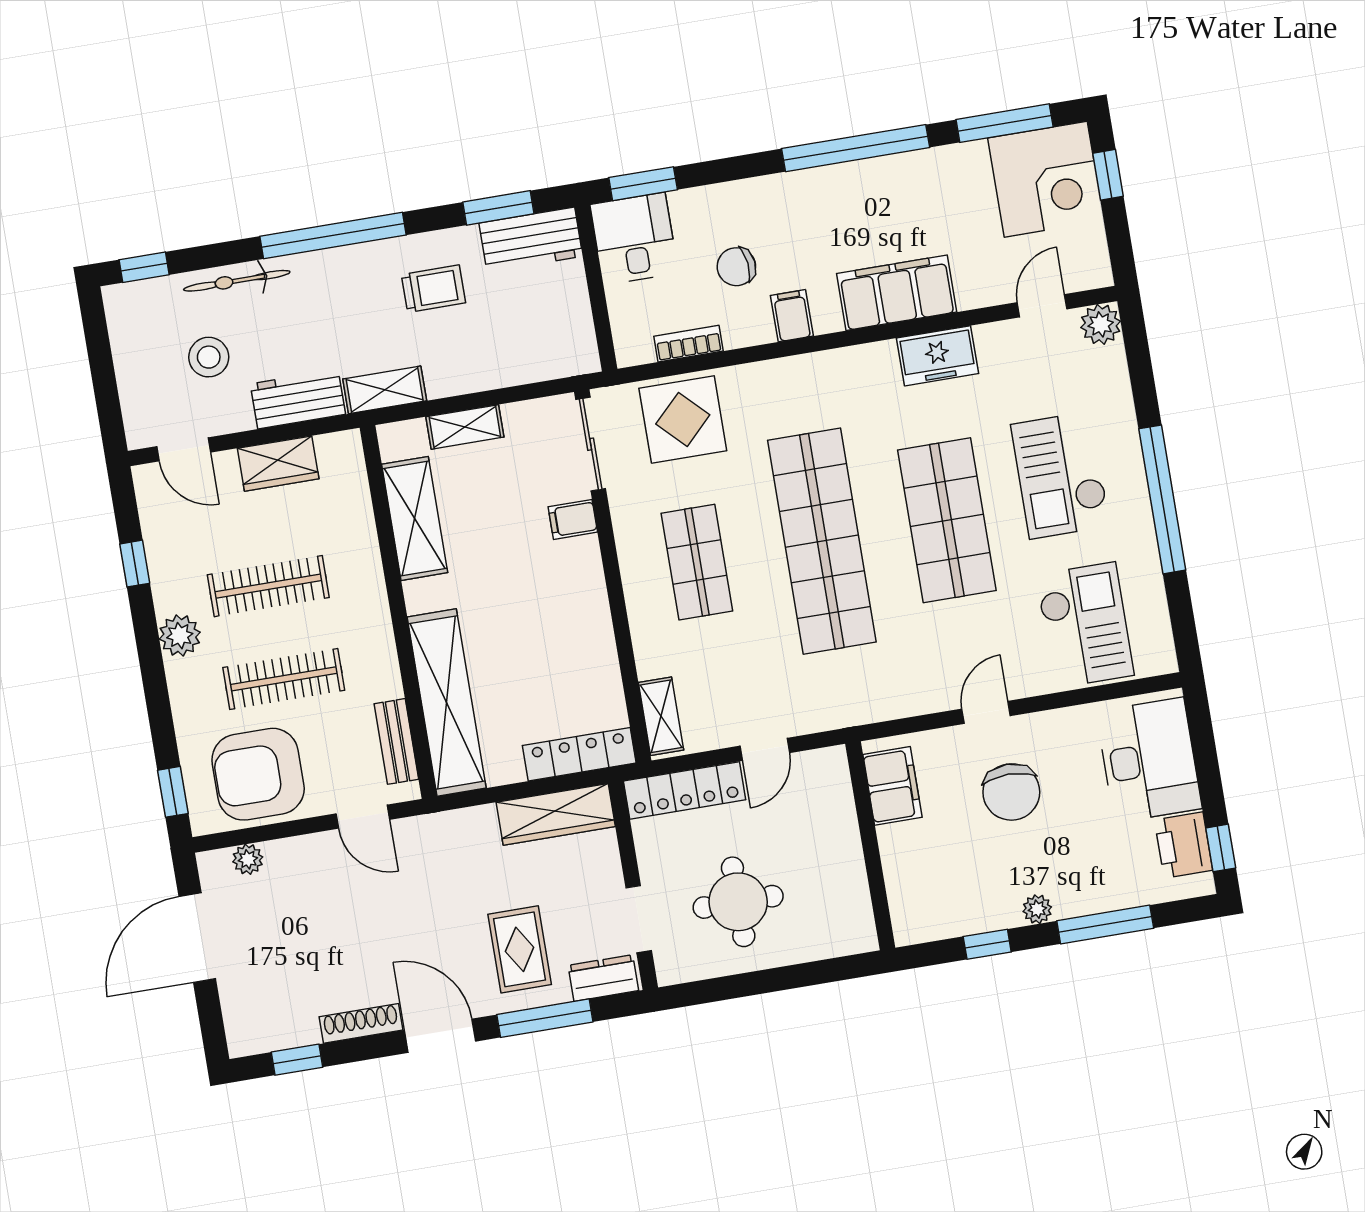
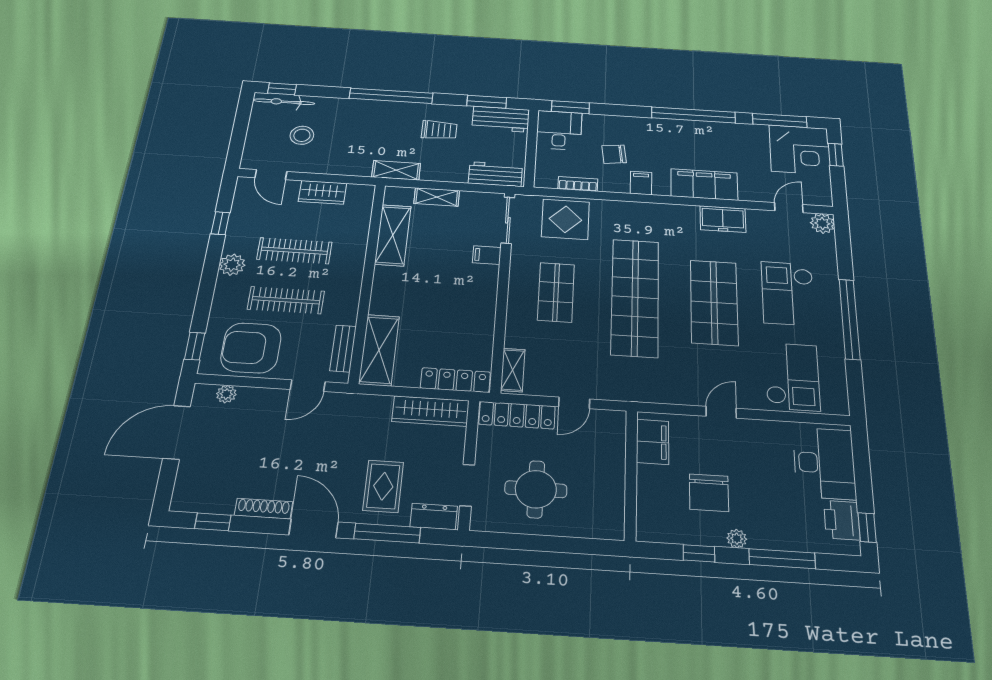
bicycle: (237, 281) -> (284, 102), moved
workbench: (298, 399) -> (495, 174), moved
shelving: (447, 702) -> (379, 350), width x0.68
chair: (1011, 792) -> (709, 493), moved
door: (363, 817) -> (308, 386), hinge flipped

